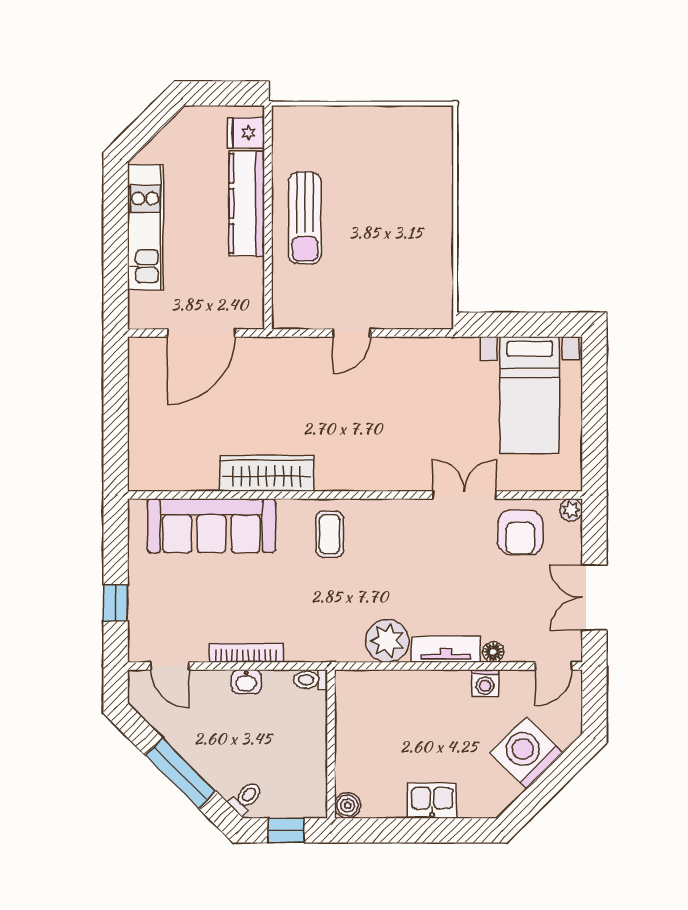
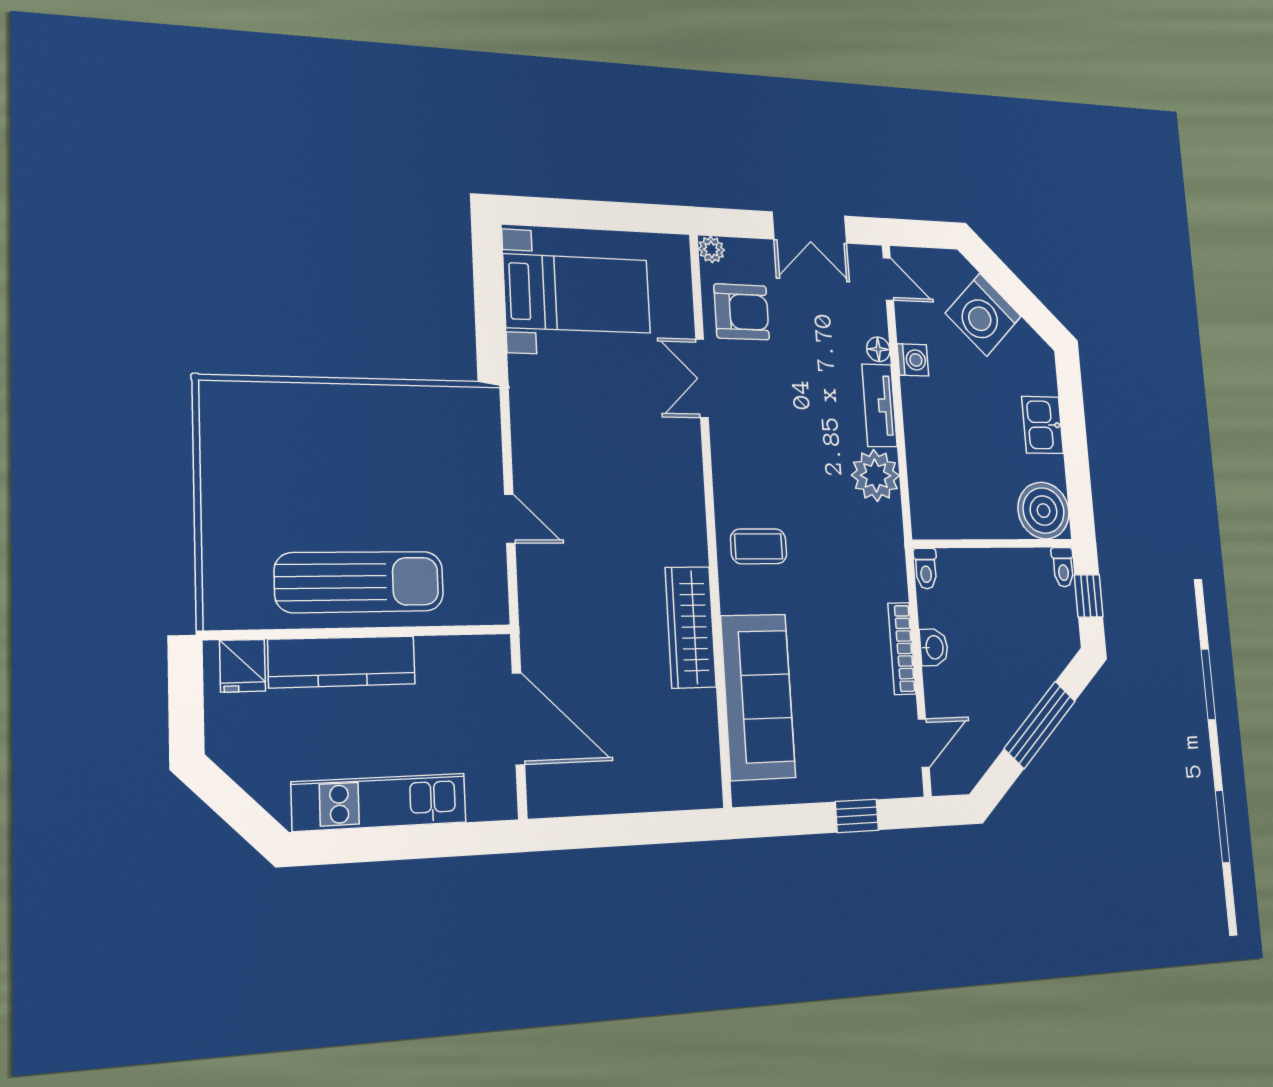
sun lounger: (305, 218) -> (360, 582), width x1.36, depth x1.34
toilet: (246, 798) -> (1063, 567), moved, turned -135
boiler: (348, 805) -> (1043, 511), width x1.86, depth x1.86

